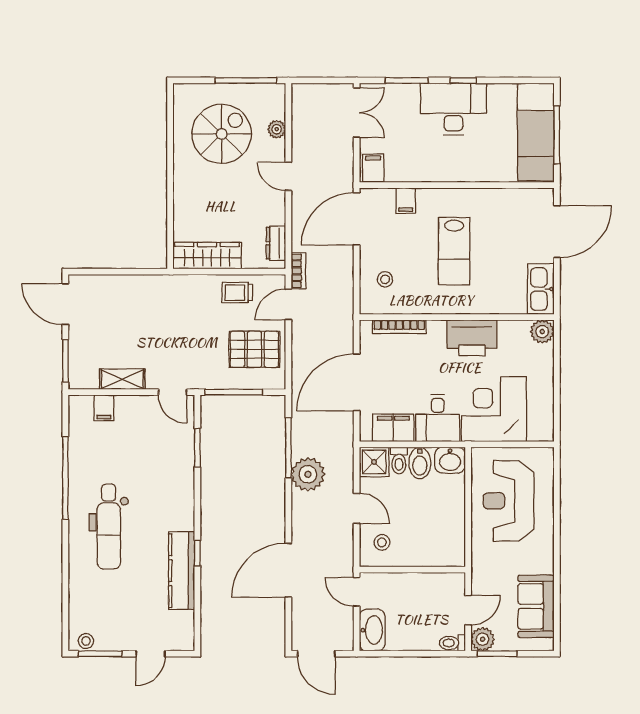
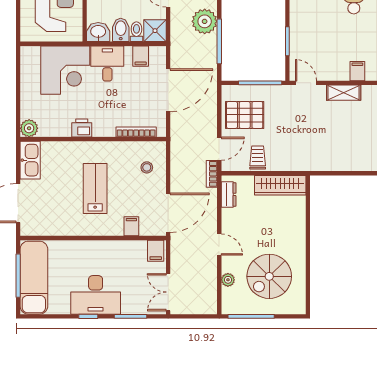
trolley: (237, 293) -> (258, 157), turned -90
printer: (472, 338) -> (82, 128), width x0.53, depth x0.68
filing cabinet: (393, 428) -> (141, 56), width x0.50

